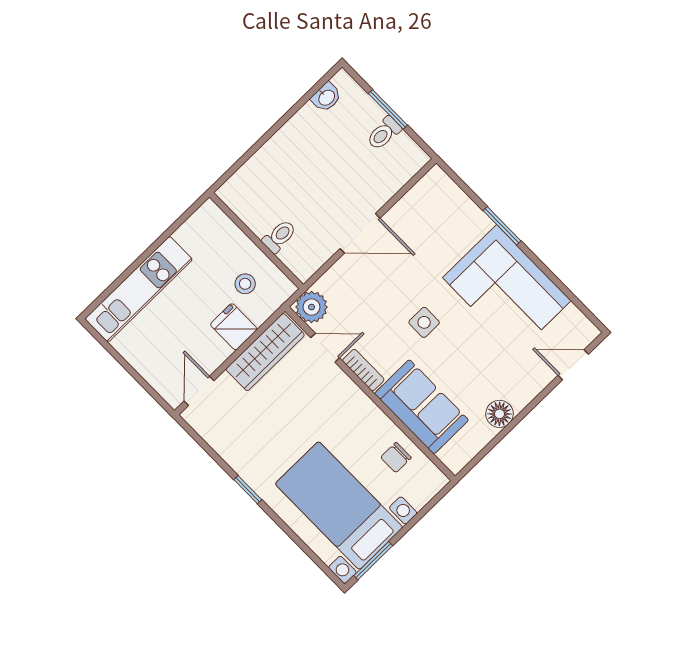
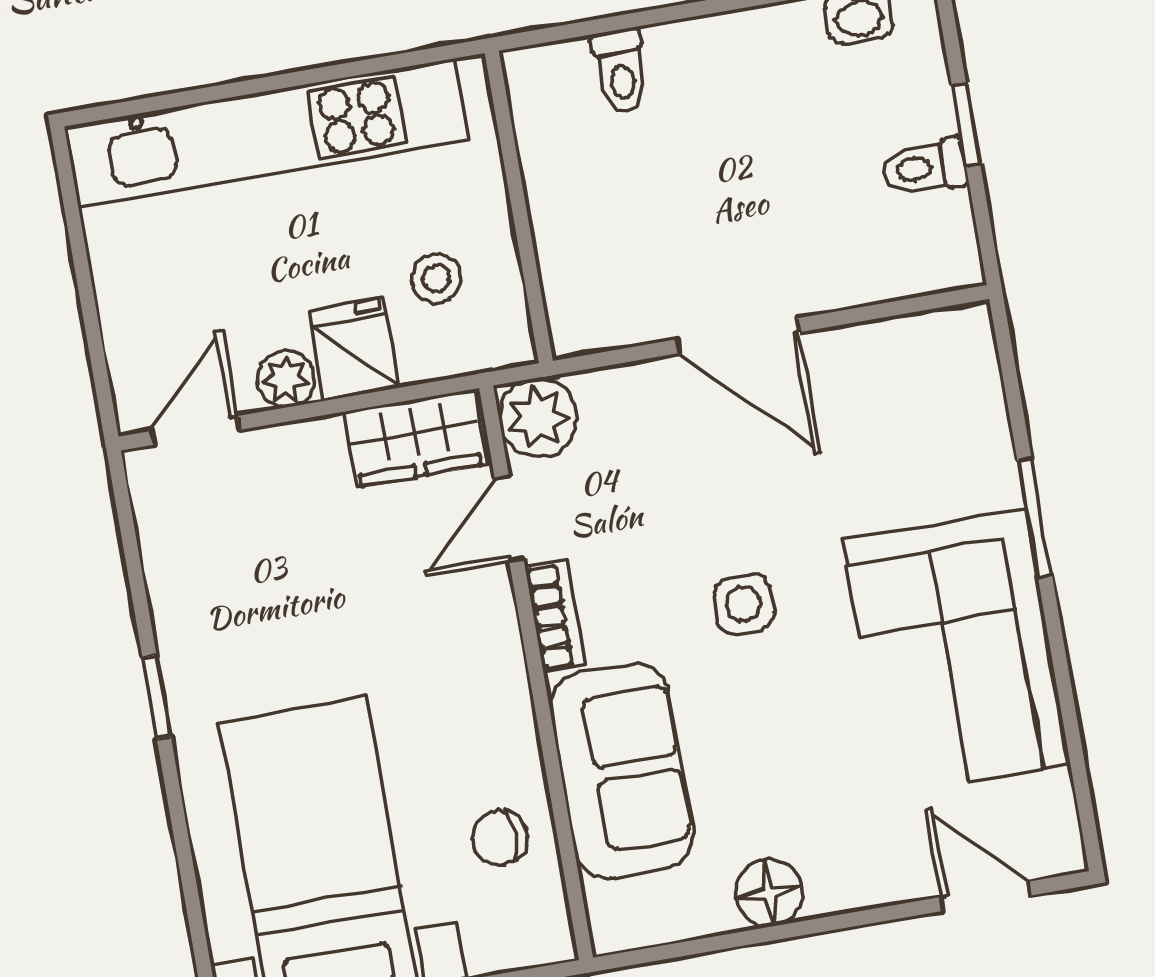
window: (388, 109) -> (966, 125), width x0.67
toilet: (279, 236) -> (621, 71), moved, turned 90
kitchen unit: (139, 289) -> (267, 133), width x1.36
door: (325, 348) -> (509, 518), swing flipped
plant: (218, 352) -> (286, 379), added
wardrobe: (265, 352) -> (415, 438), width x0.67

